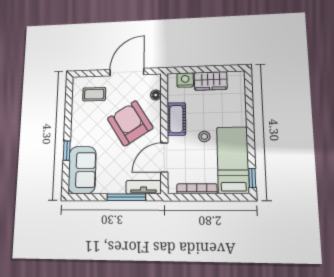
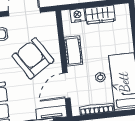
floor lamp: (156, 95) -> (53, 31), removed
stool: (204, 136) -> (100, 77), moved

